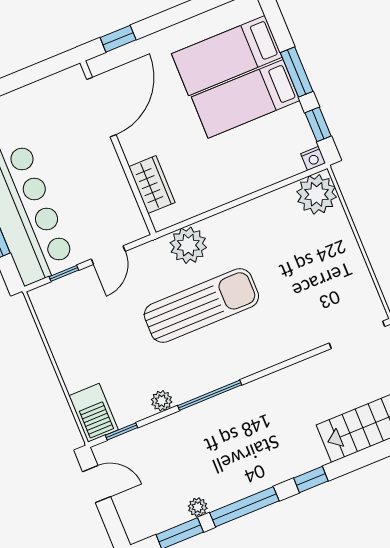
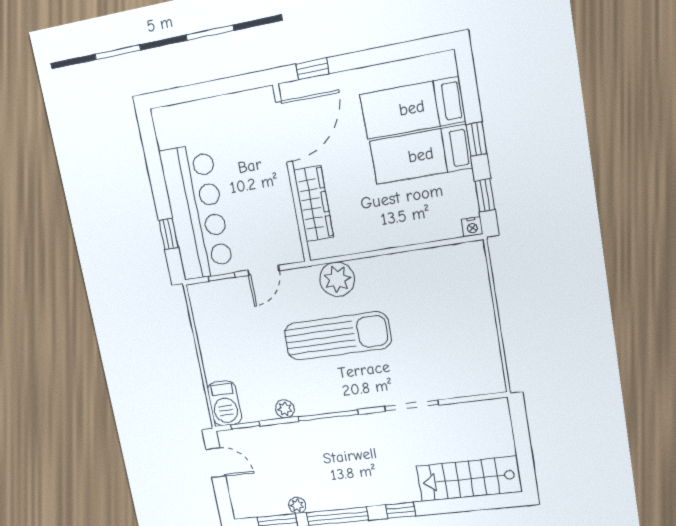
window: (297, 72) -> (476, 139), width x0.67
wardrobe: (152, 185) -> (313, 204), width x1.50
plant: (317, 194) -> (467, 261), removed
doorway: (357, 335) -> (411, 406), moved

